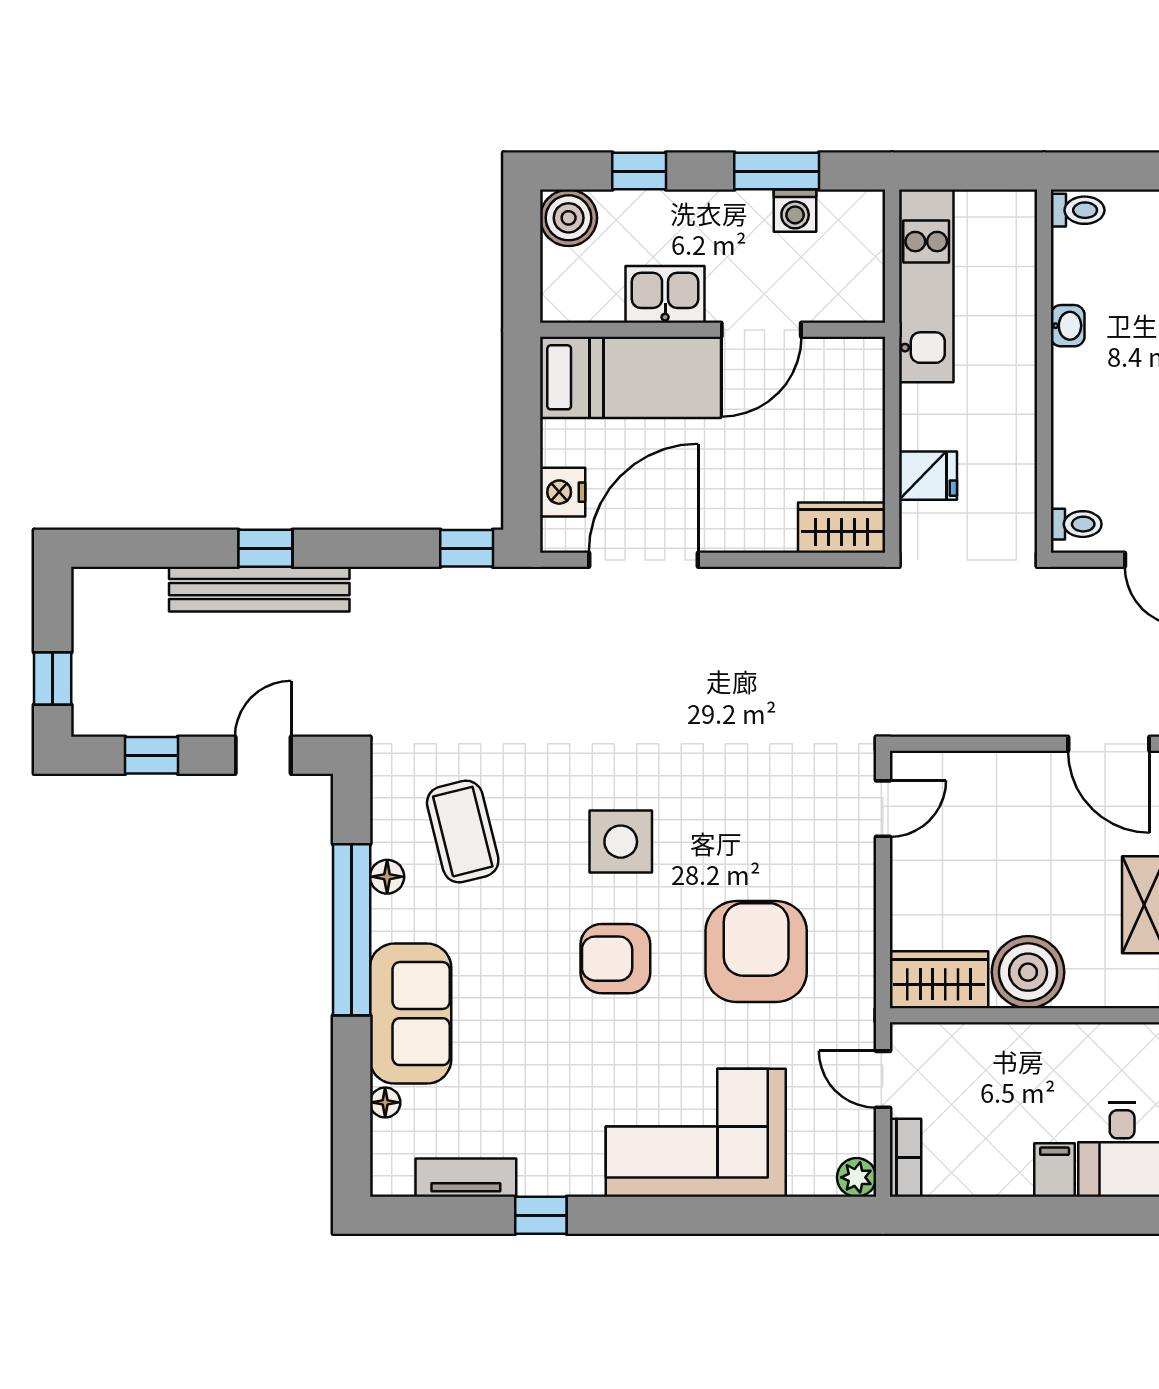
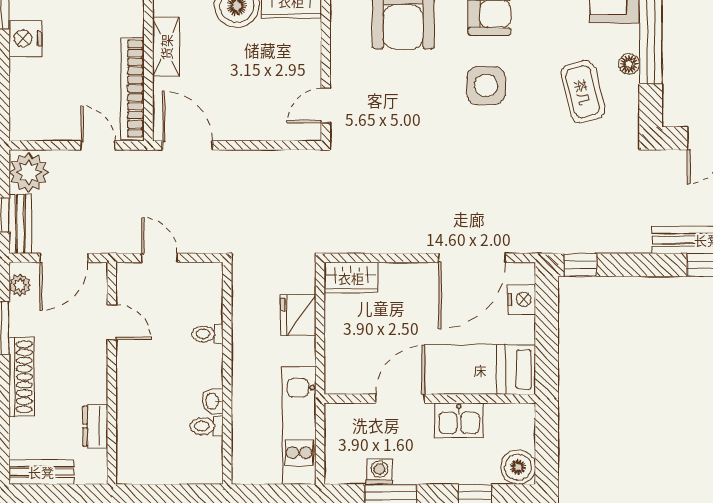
toilet: (1078, 210) -> (207, 426), moved
fridge: (928, 476) -> (298, 315), width x1.38
toilet: (1076, 524) -> (207, 334), moved

